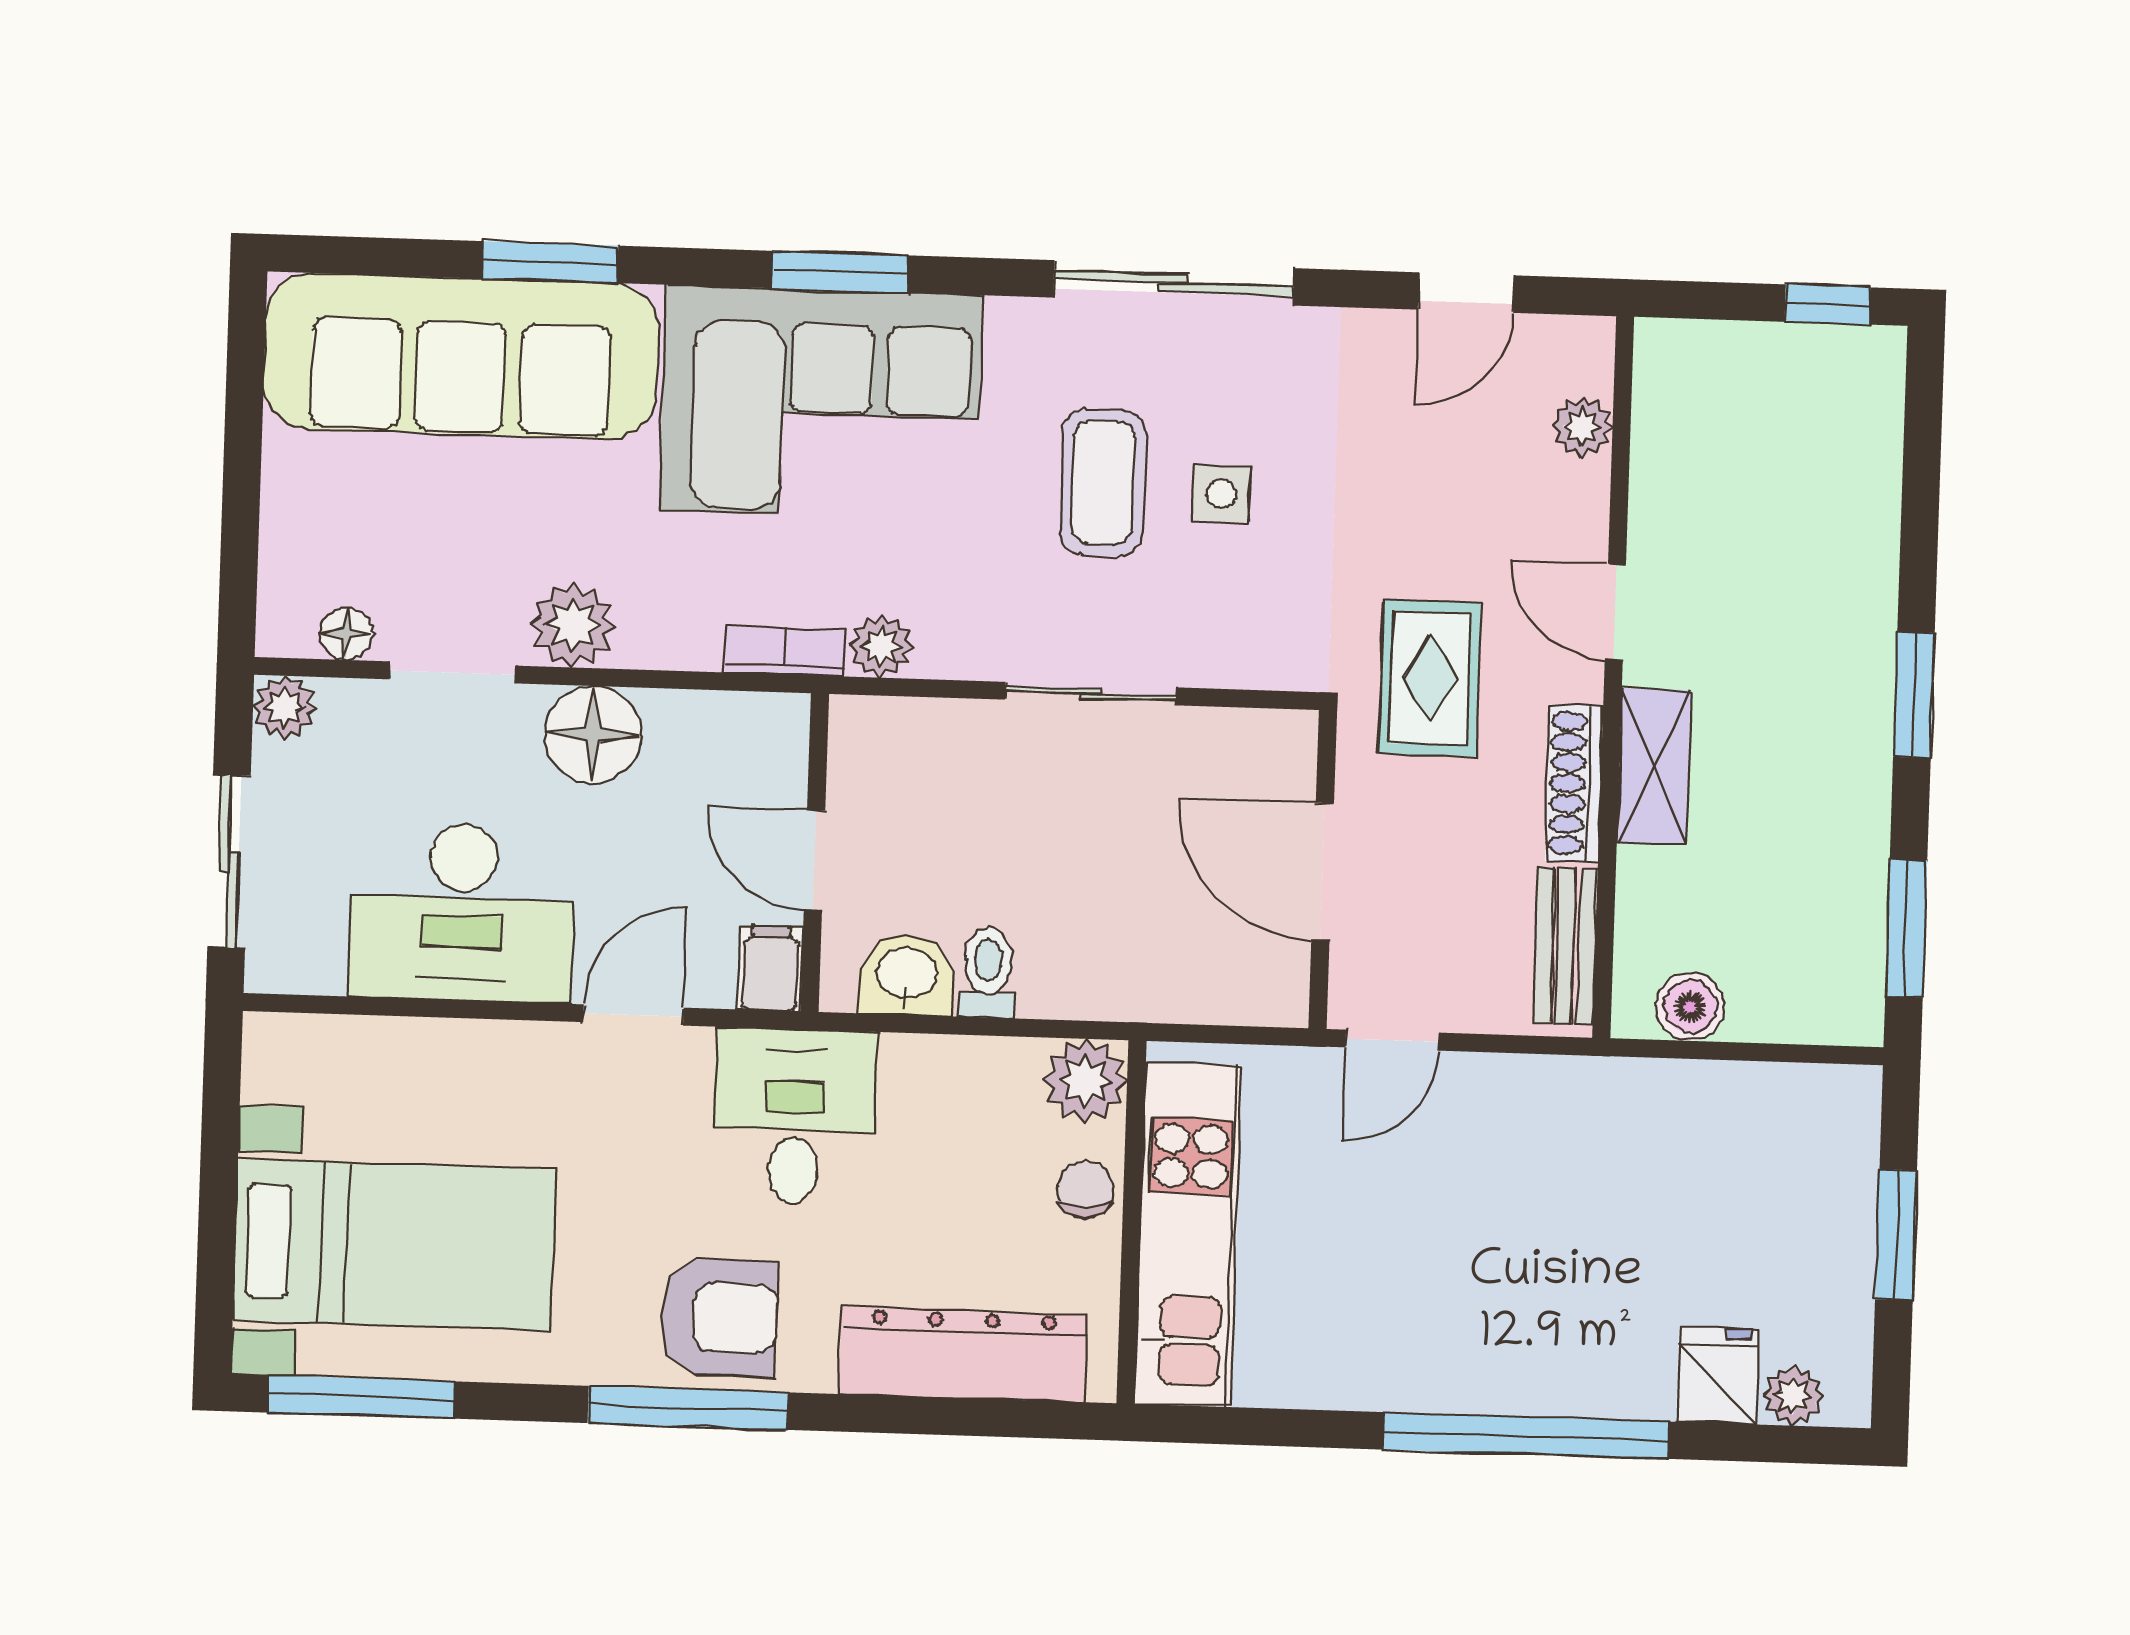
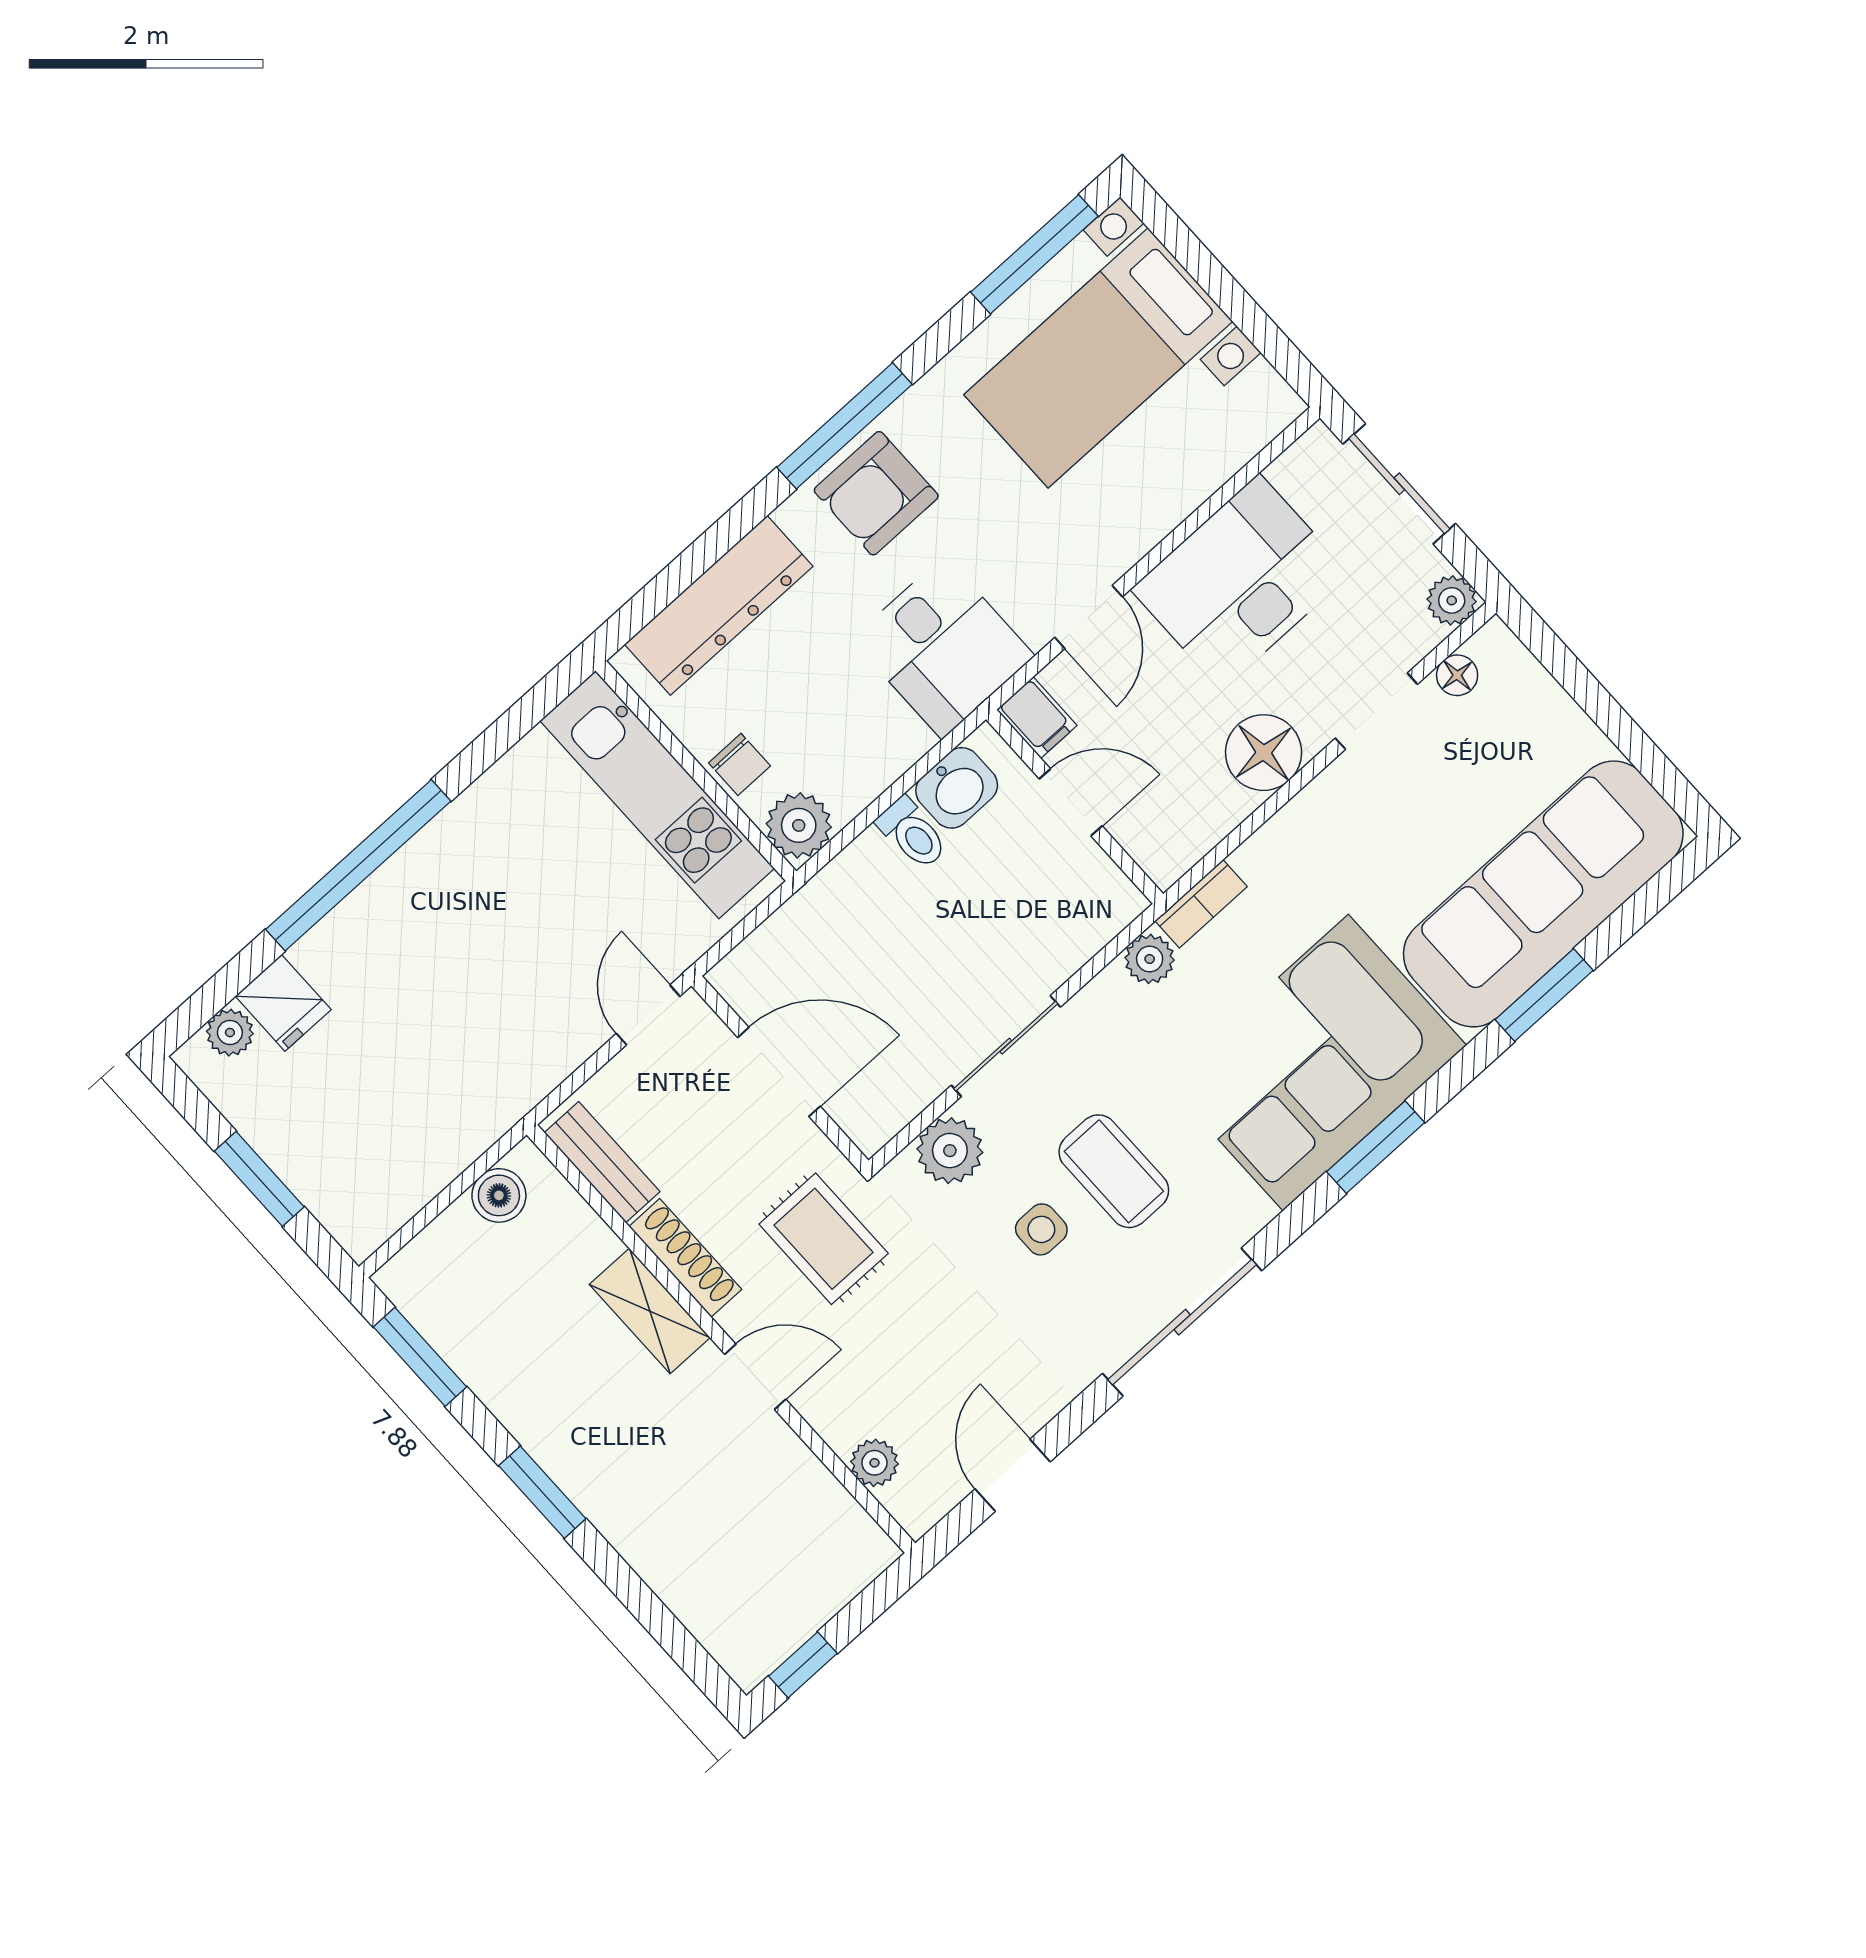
plant: (573, 625) -> (950, 1151), moved

